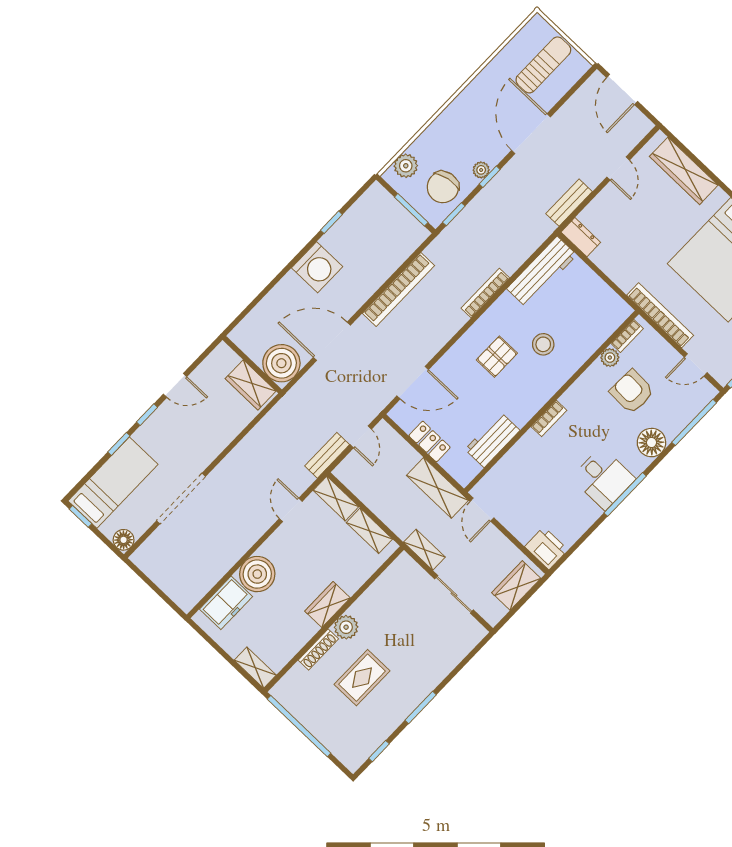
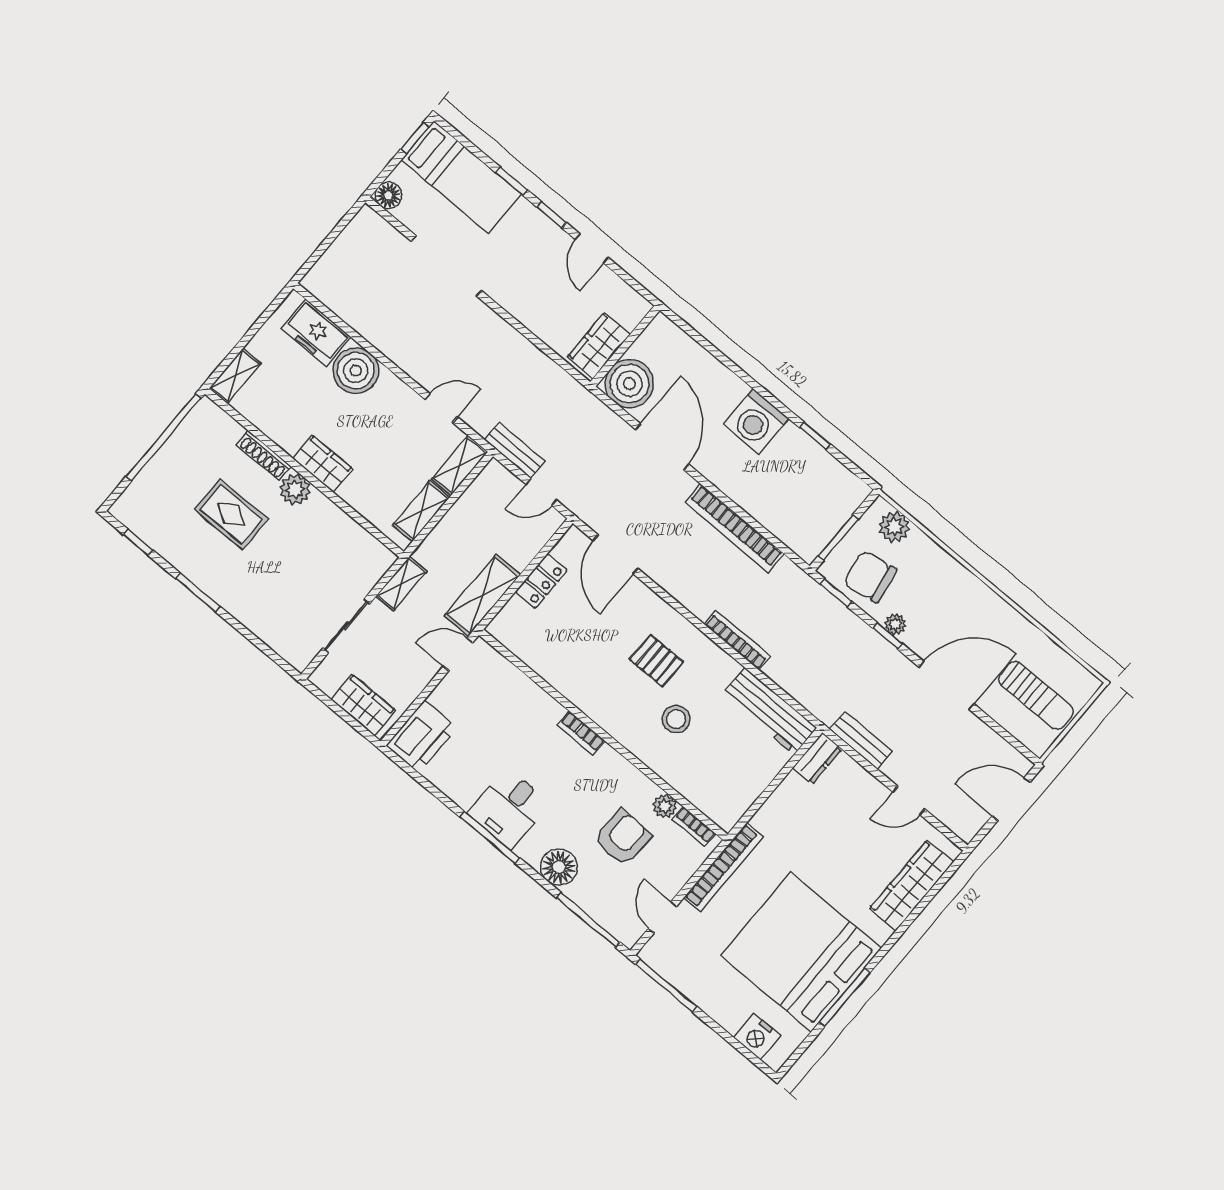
workbench: (492, 440) -> (549, 662), removed
printer: (546, 548) -> (422, 737), width x1.37, depth x1.19

